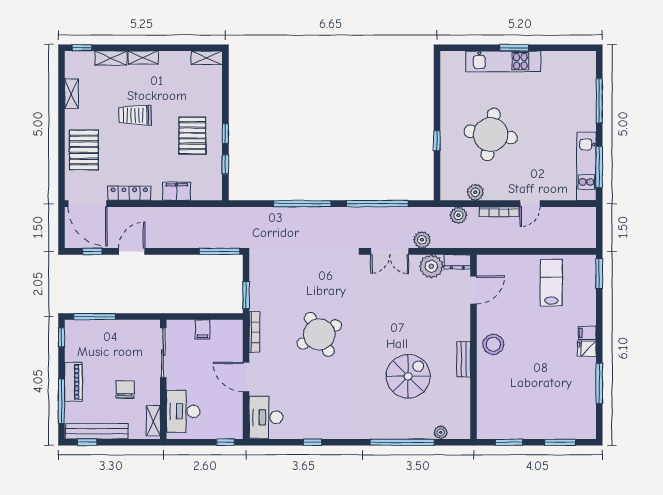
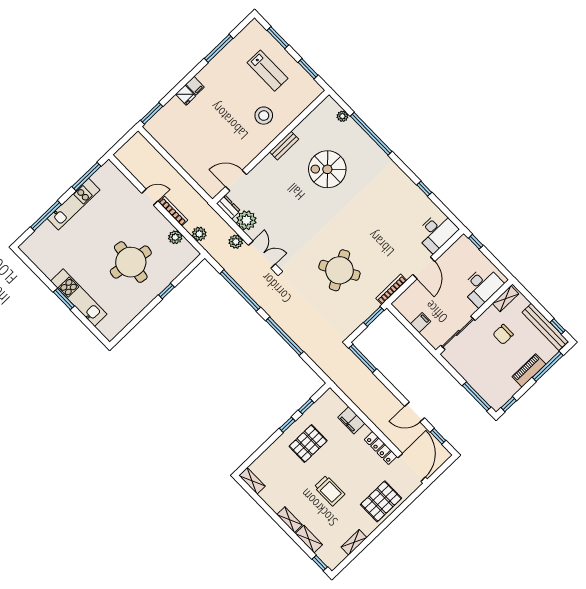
kitchen unit: (586, 166) -> (73, 204), moved
lab bench: (551, 283) -> (268, 71), moved, turned -90
round table: (319, 334) -> (339, 270), moved
stool: (493, 344) -> (264, 116), moved
fridge: (587, 349) -> (186, 95), moved

